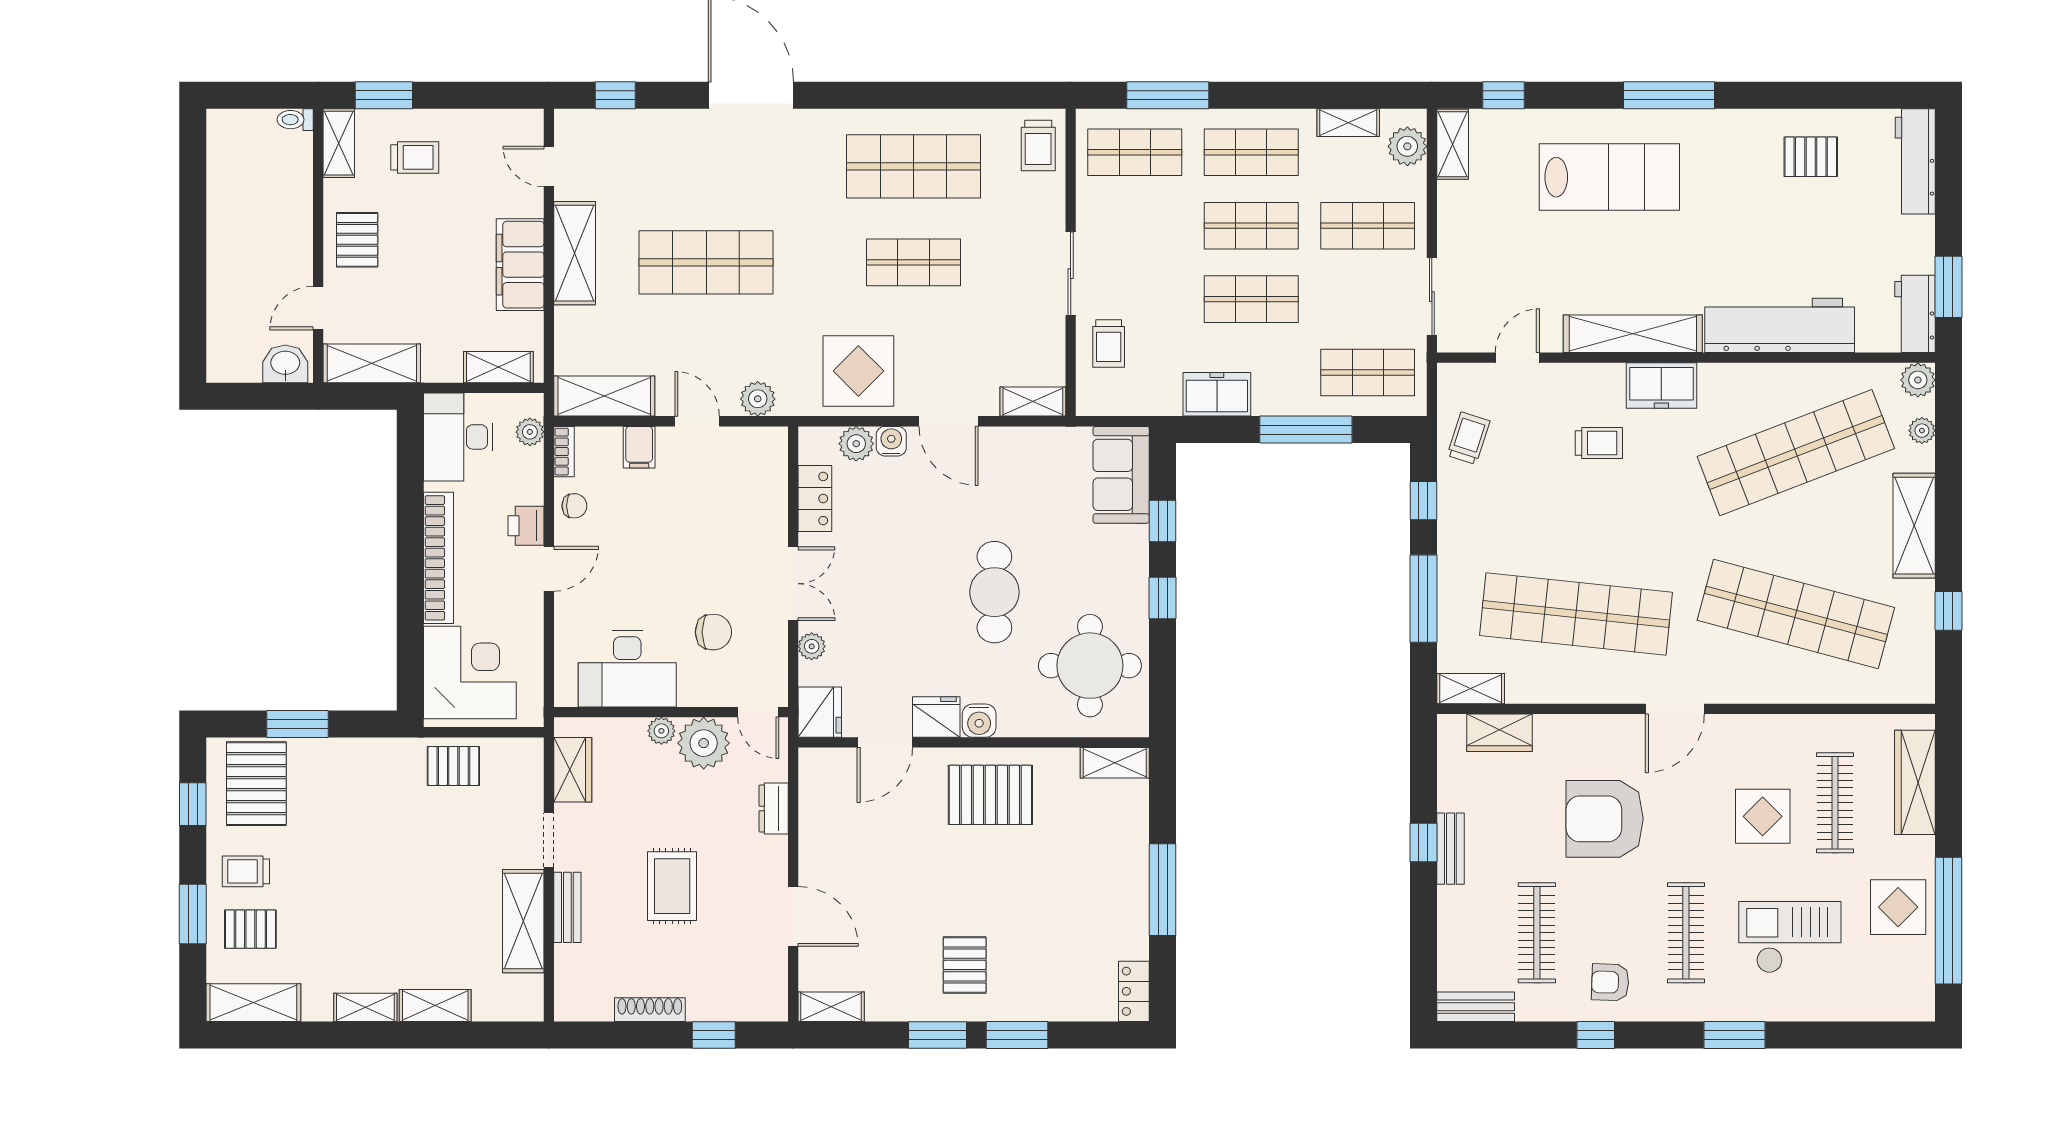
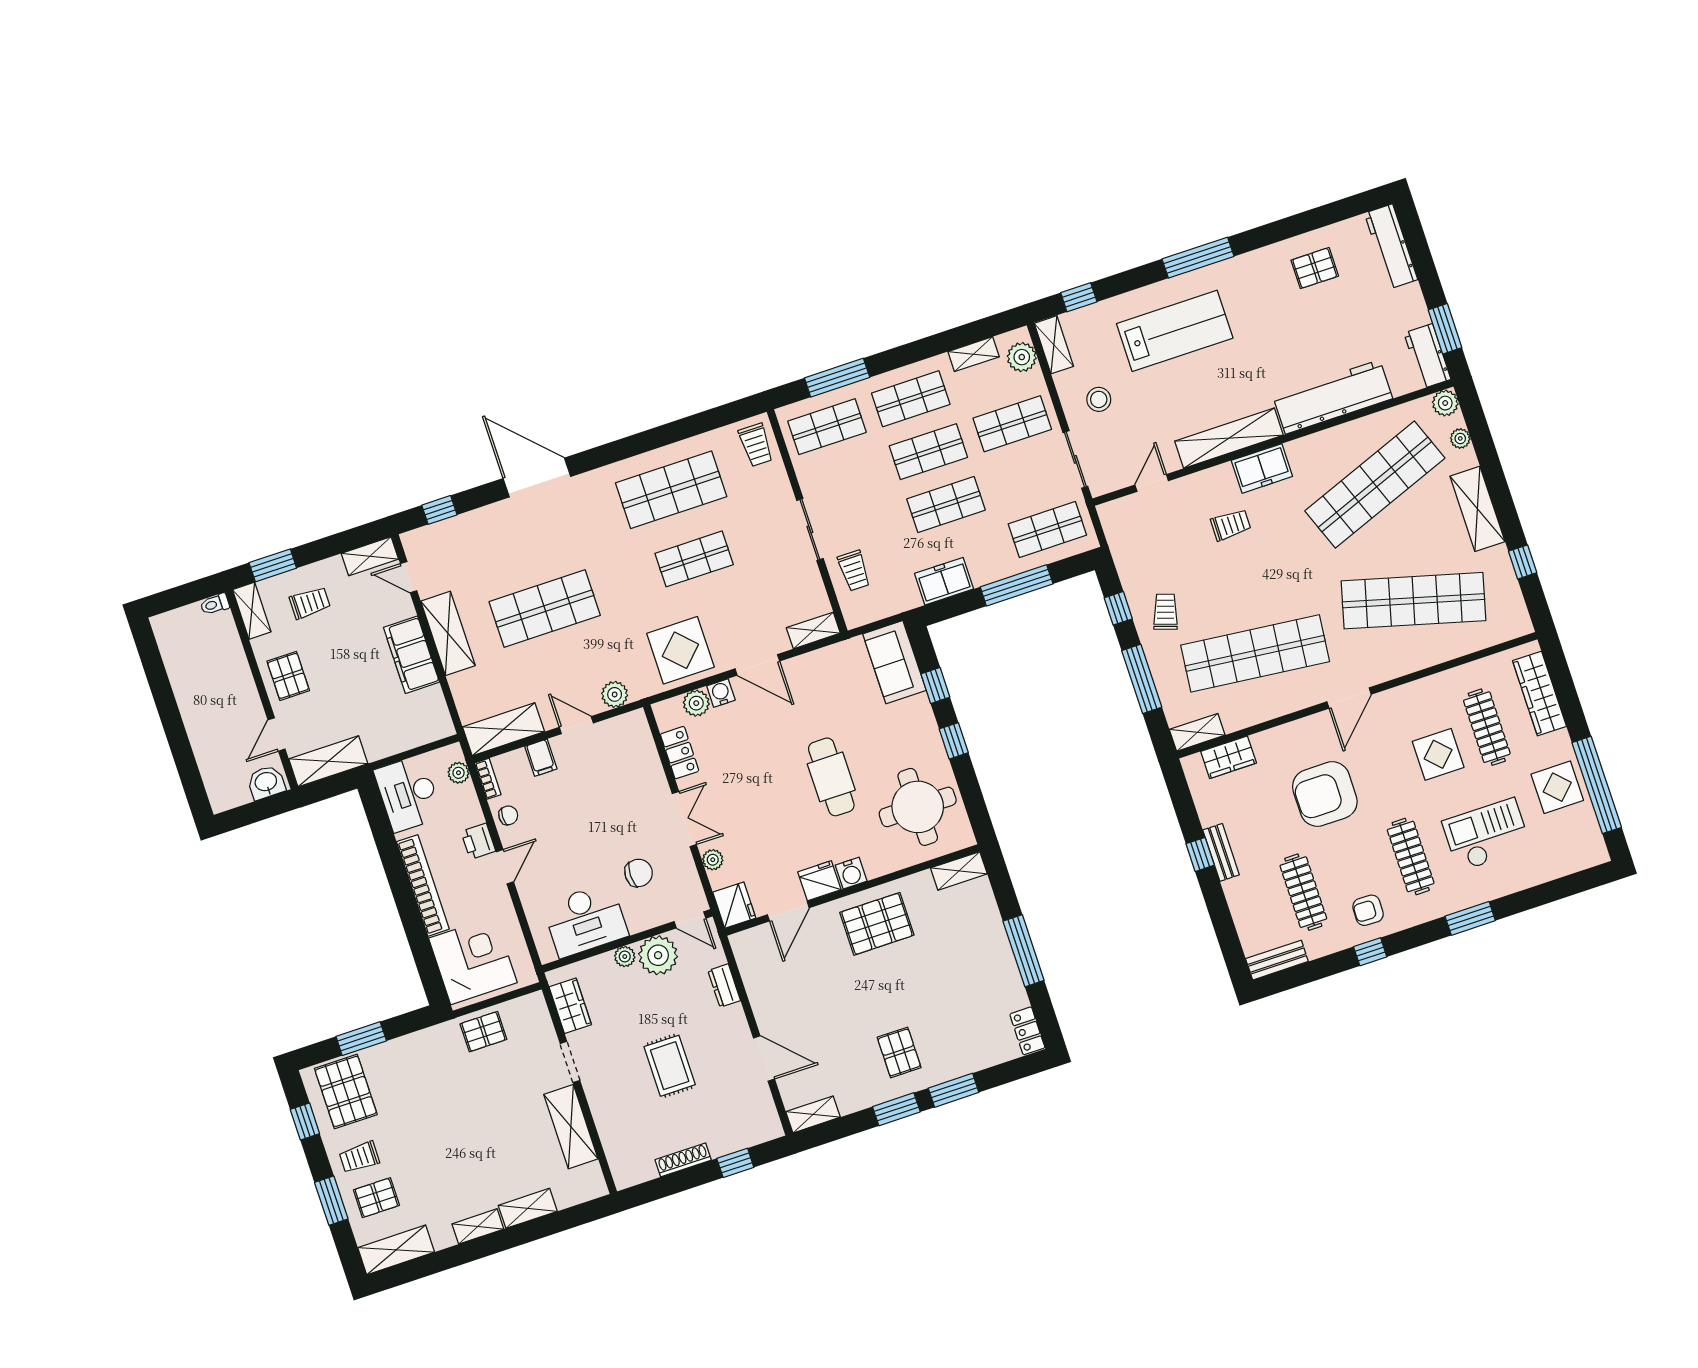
stool: (1486, 231) -> (1099, 399), added
shelving: (498, 367) -> (370, 556), moved
trolley: (1468, 438) -> (1165, 612), moved
bench: (567, 907) -> (599, 1106), removed

